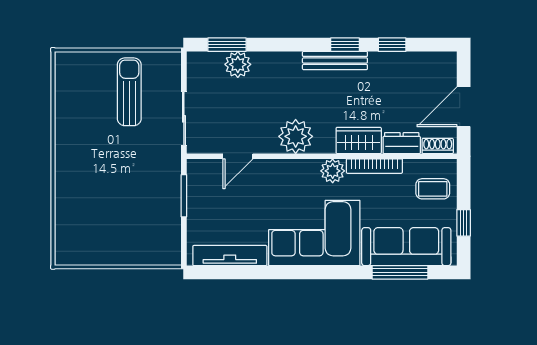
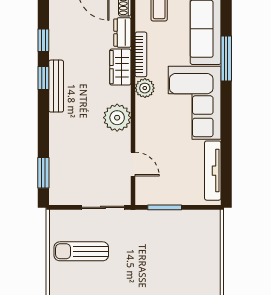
plant: (238, 64) -> (59, 164), removed
window: (400, 272) -> (226, 58), moved

